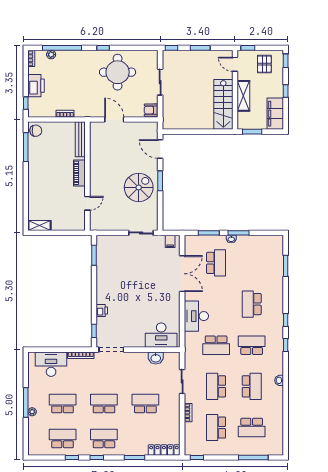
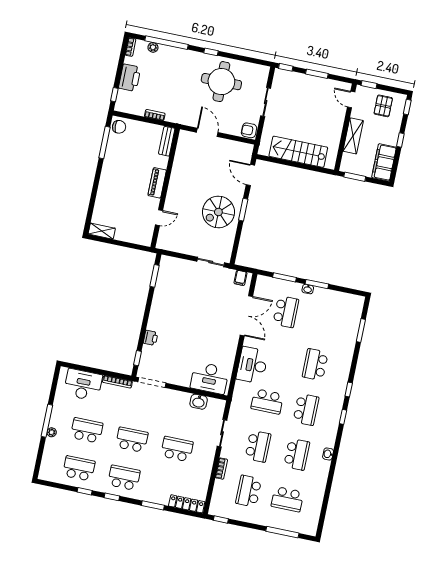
stairs: (223, 104) -> (298, 152), moved, turned 90
bench: (80, 139) -> (167, 141), width x0.73
spiral stairs: (139, 187) -> (218, 212), turned 180
school desk: (252, 345) -> (306, 409), turned 90
school desk: (216, 386) -> (258, 446), turned 180

